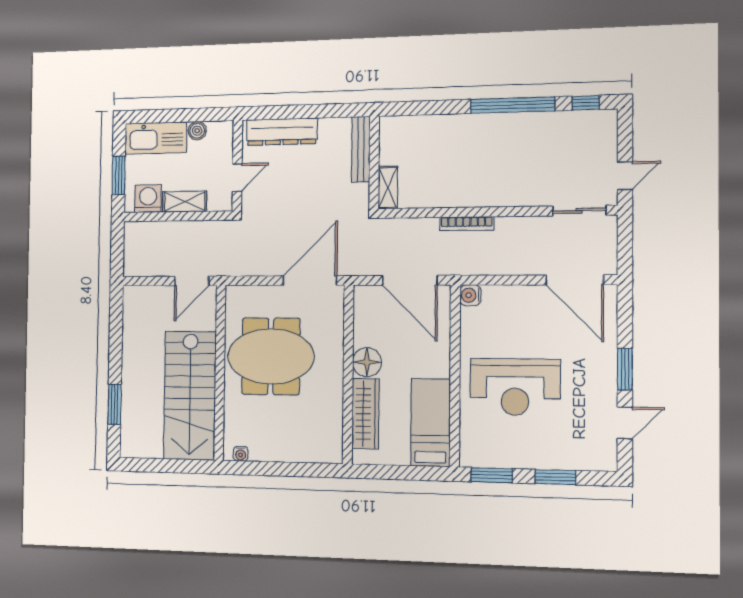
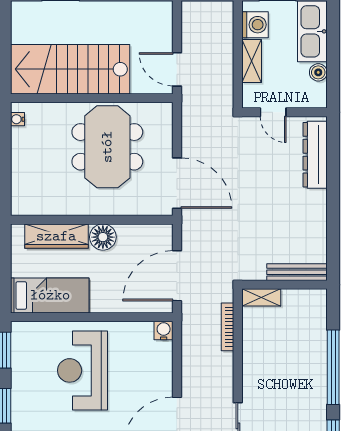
bench: (361, 149) -> (297, 272), moved
wall: (374, 162) -> (284, 285), moved
shelving: (388, 188) -> (261, 297), moved

